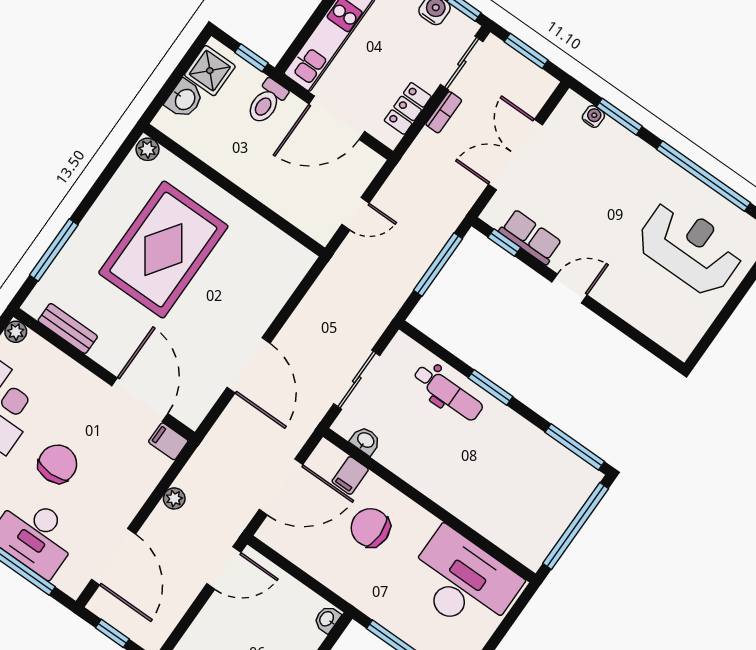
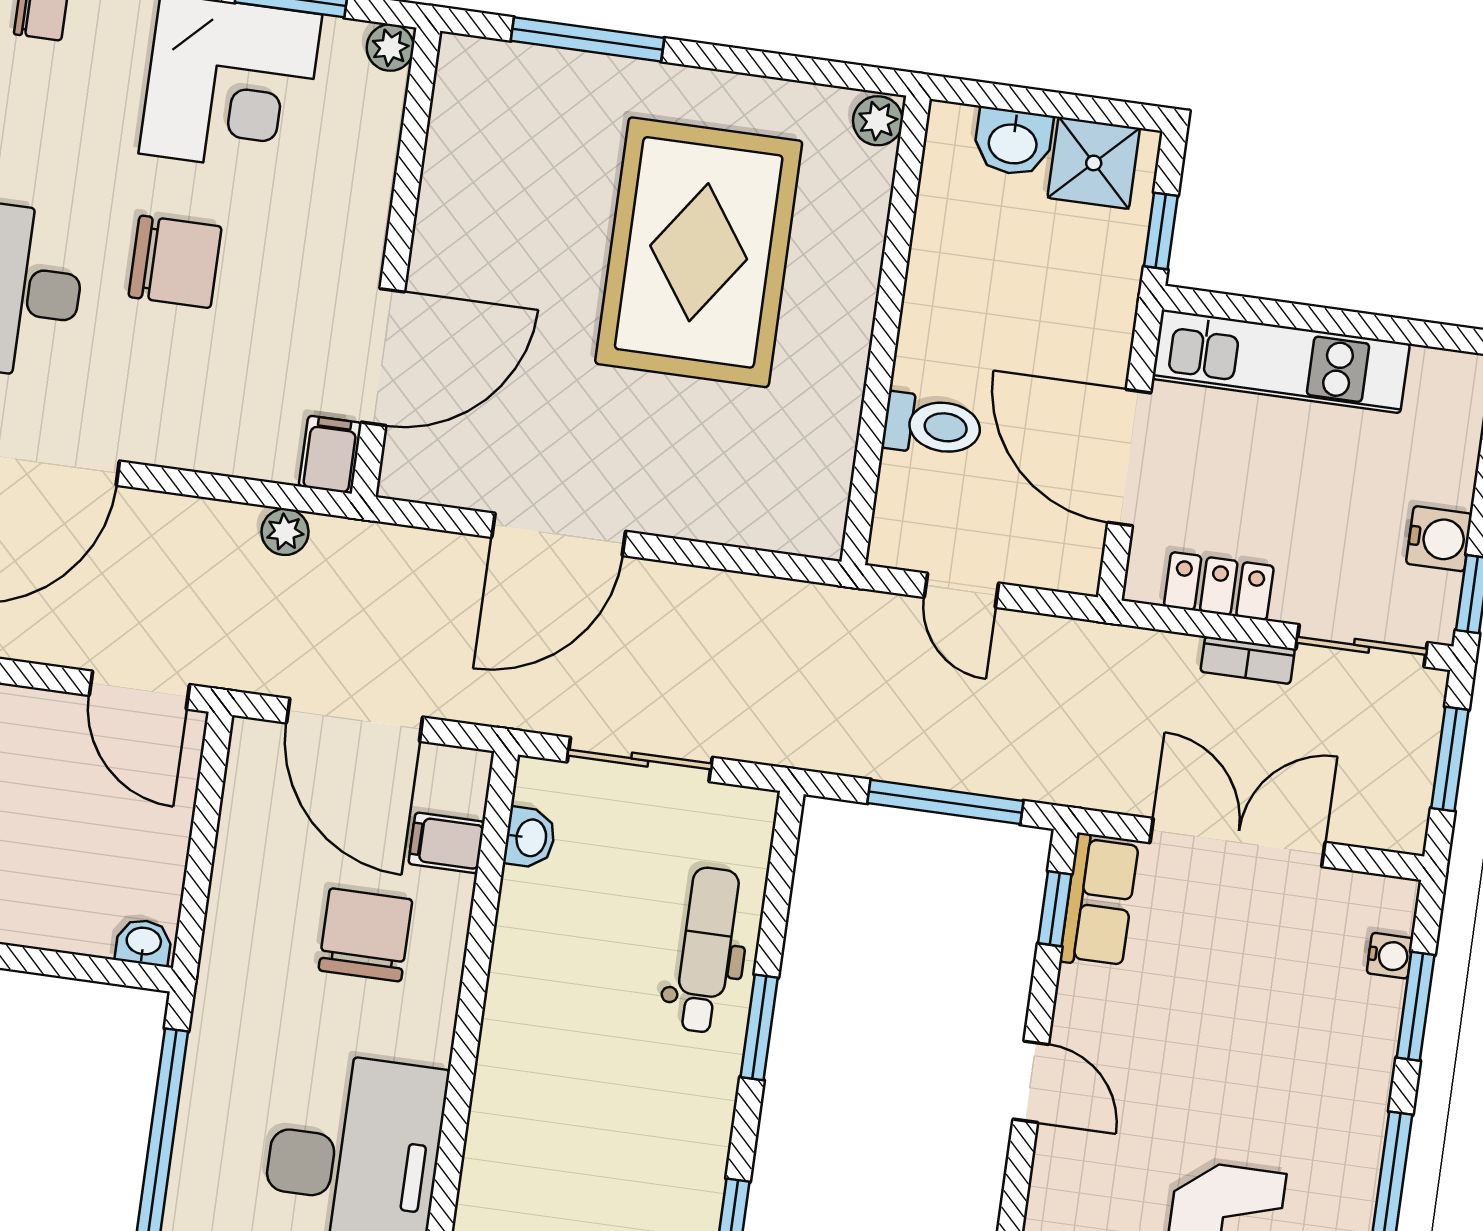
toilet: (267, 102) -> (932, 425), moved, turned 180
row of seats: (530, 237) -> (1099, 901), moved
rug: (163, 250) -> (699, 252), turned 90
bench: (68, 329) -> (449, 146), removed
dental chair: (448, 392) -> (706, 950), turned 180
plant: (174, 498) -> (285, 532), moved

